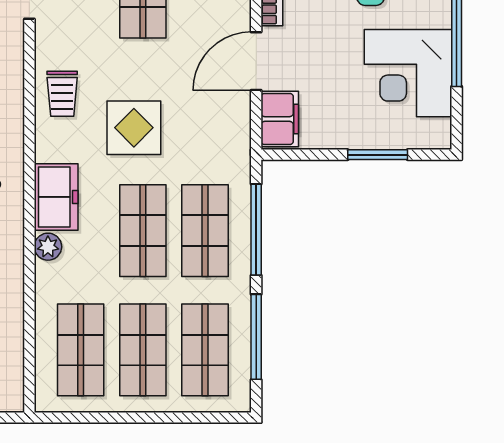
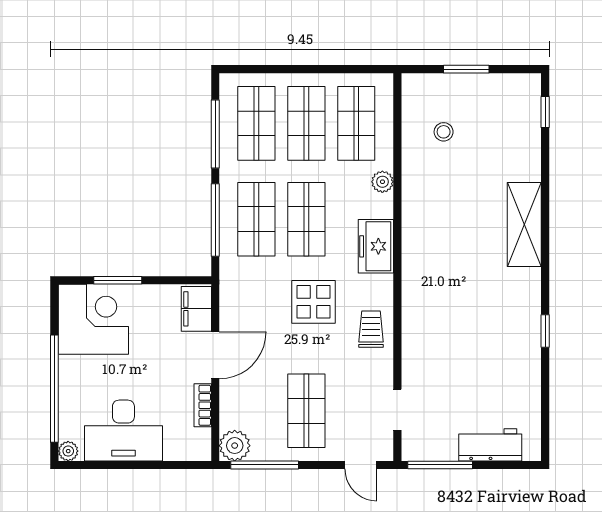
corner desk: (408, 73) -> (93, 319), moved
plant: (48, 247) -> (382, 182), moved

